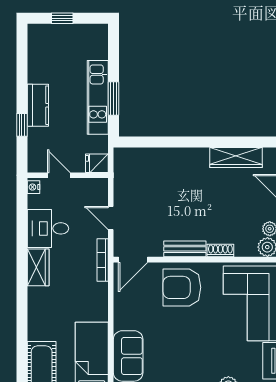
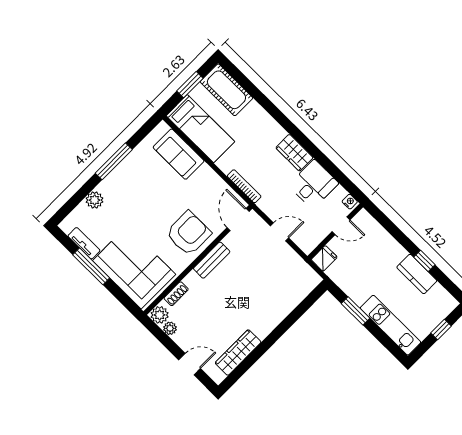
kitchen unit: (98, 97) -> (391, 325), moved
kitchen counter: (38, 105) -> (417, 274), moved
window: (22, 125) -> (424, 261), moved
shoe rack: (220, 251) -> (176, 294), moved
bookcase: (103, 260) -> (244, 186), moved

